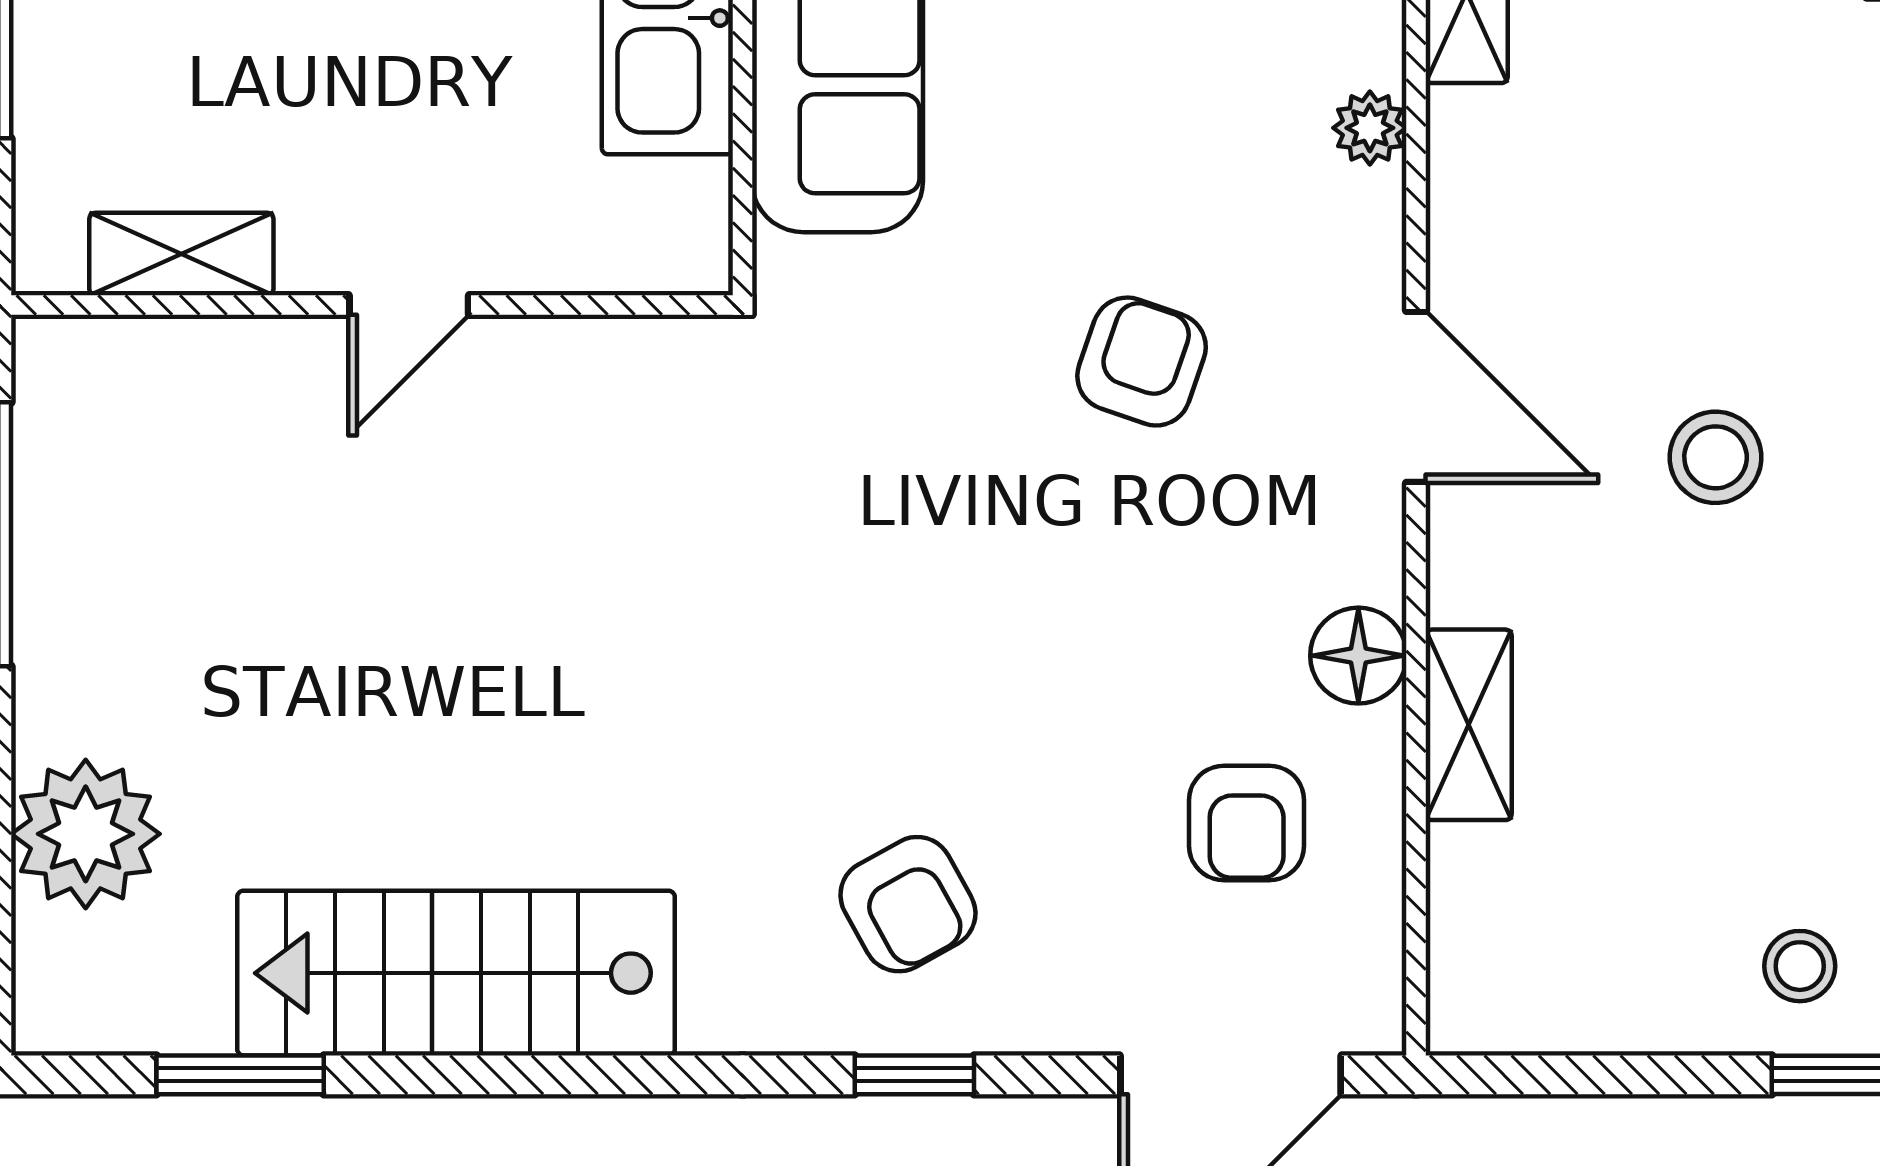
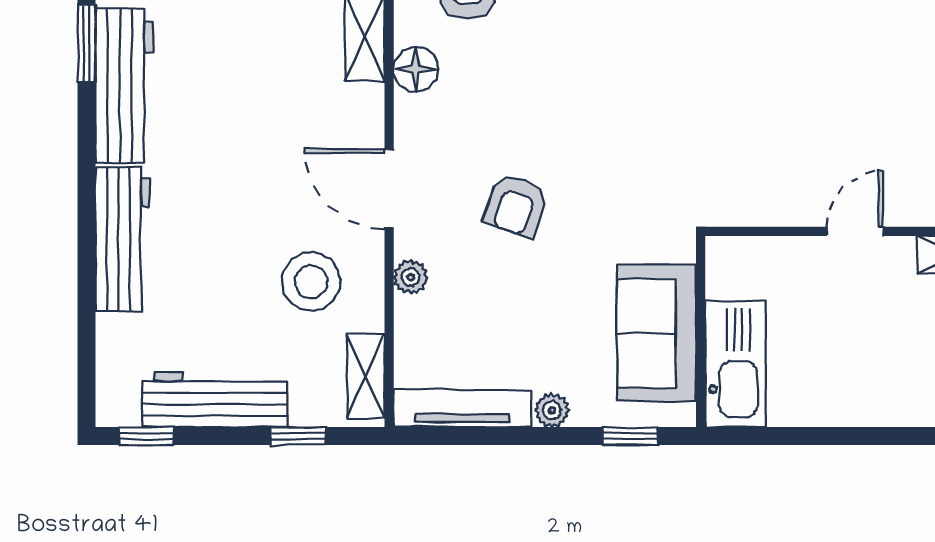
plant: (1370, 128) -> (410, 277), moved
stool: (1716, 457) -> (311, 282), moved, width x1.38, depth x1.38

